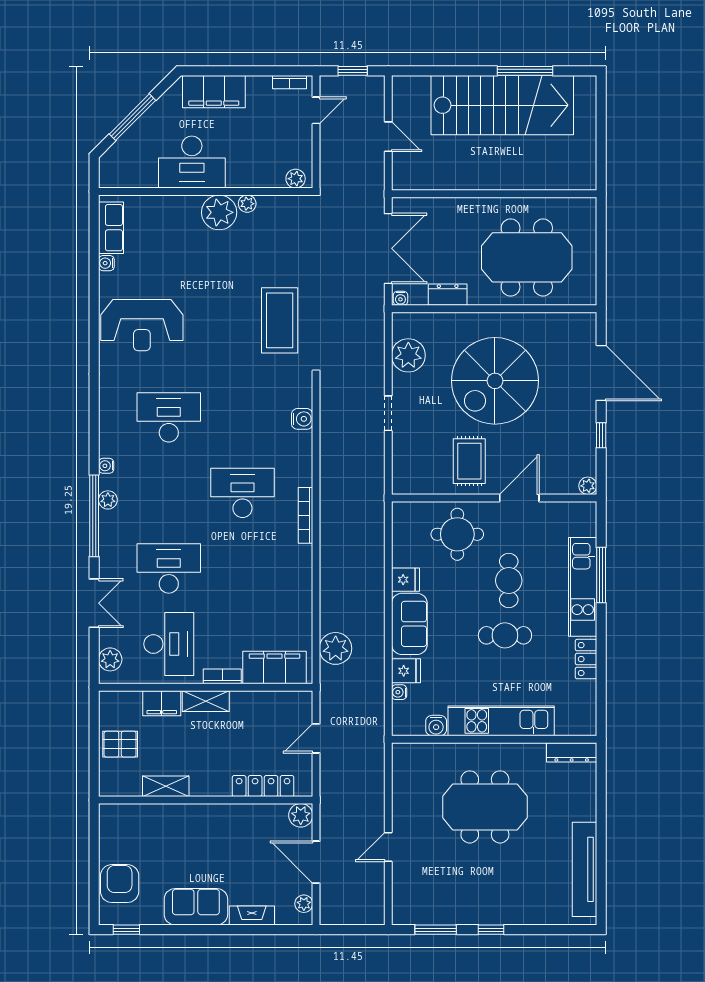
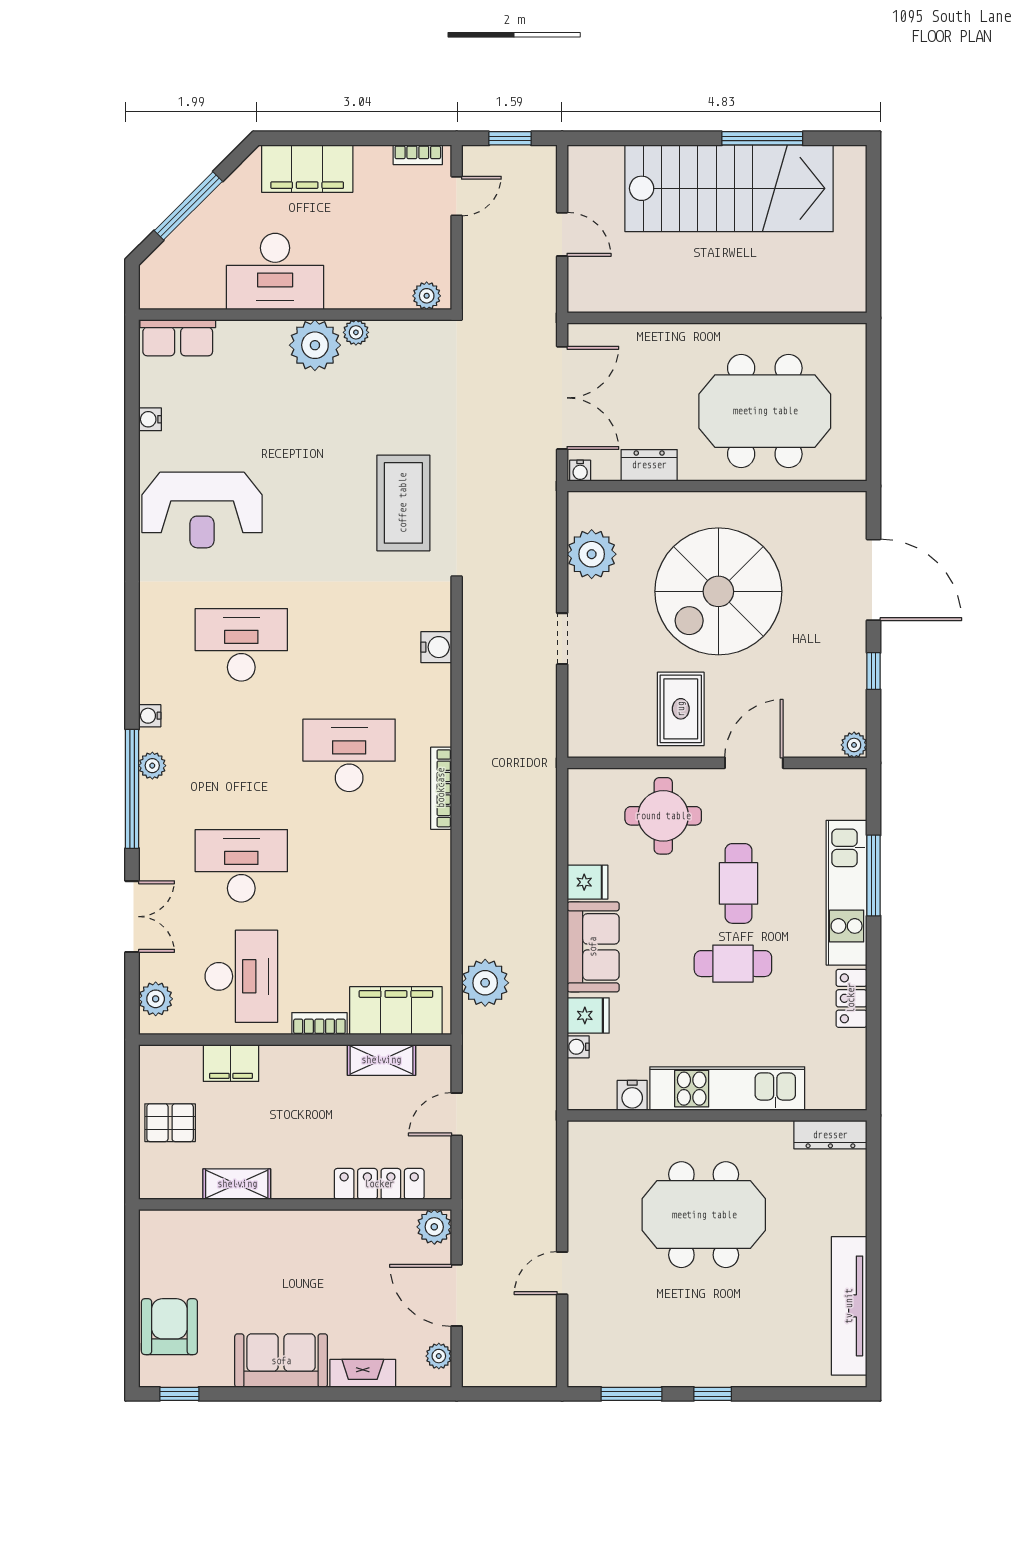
row of seats: (111, 228) -> (178, 338), moved, turned 90
shelving: (206, 701) -> (381, 1060), moved

